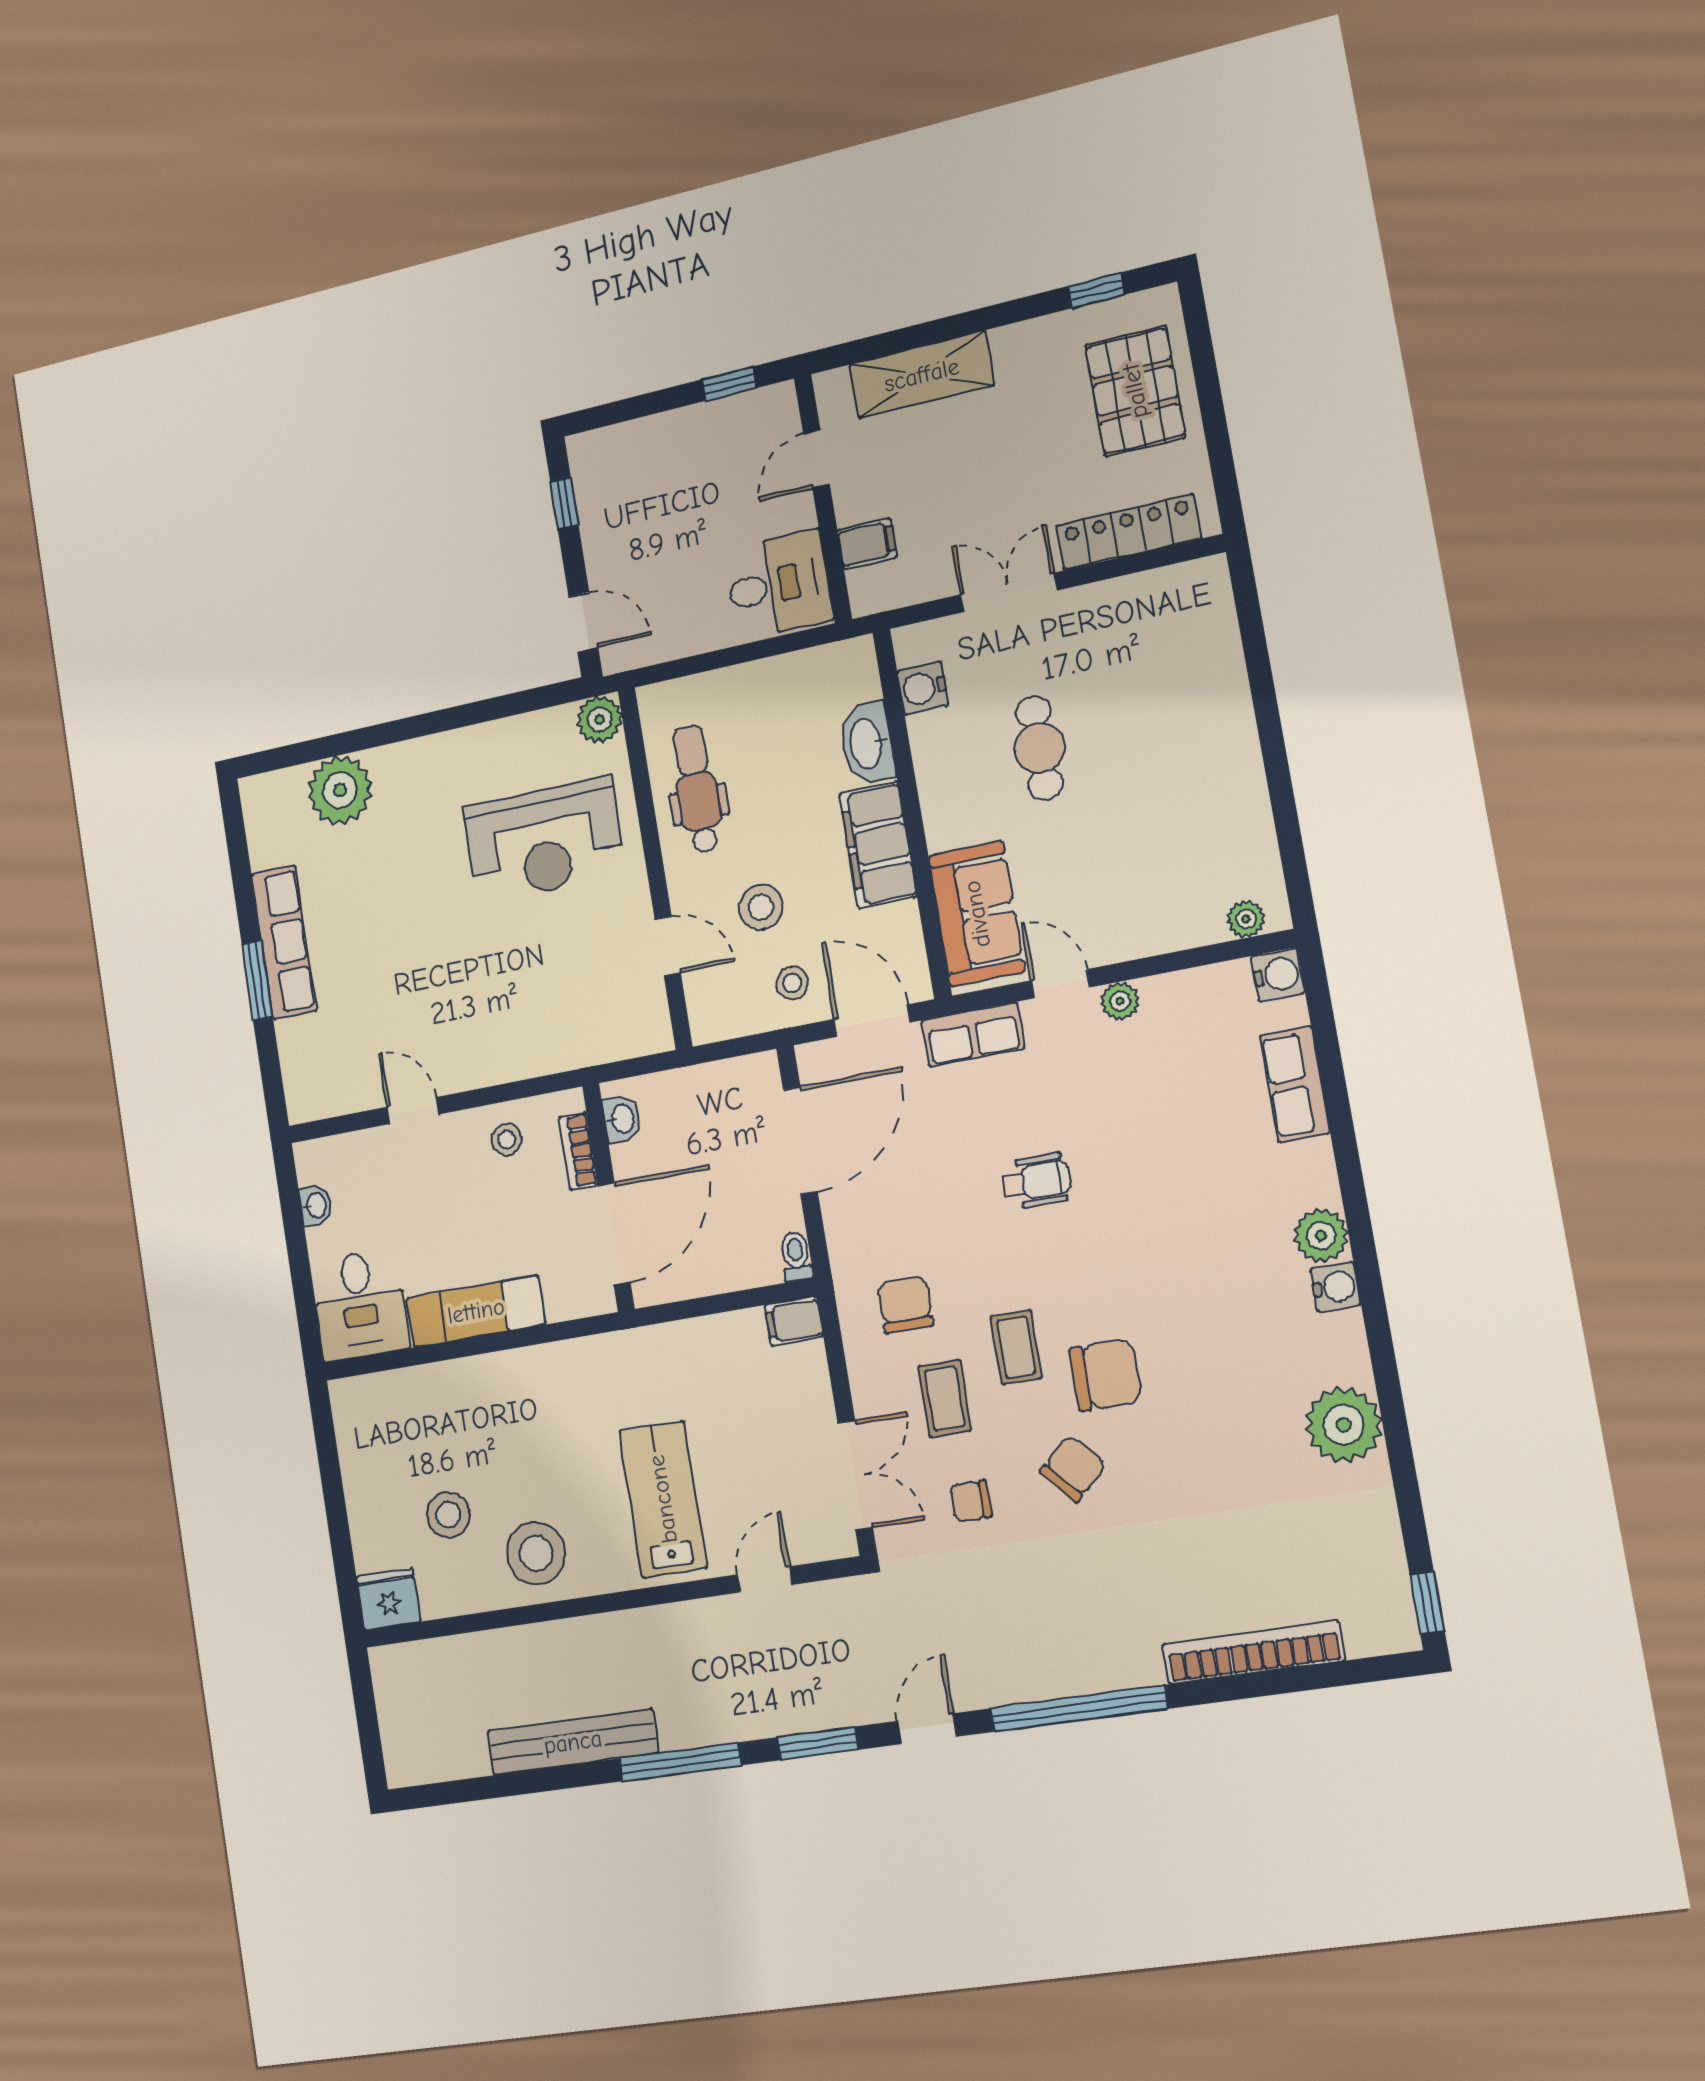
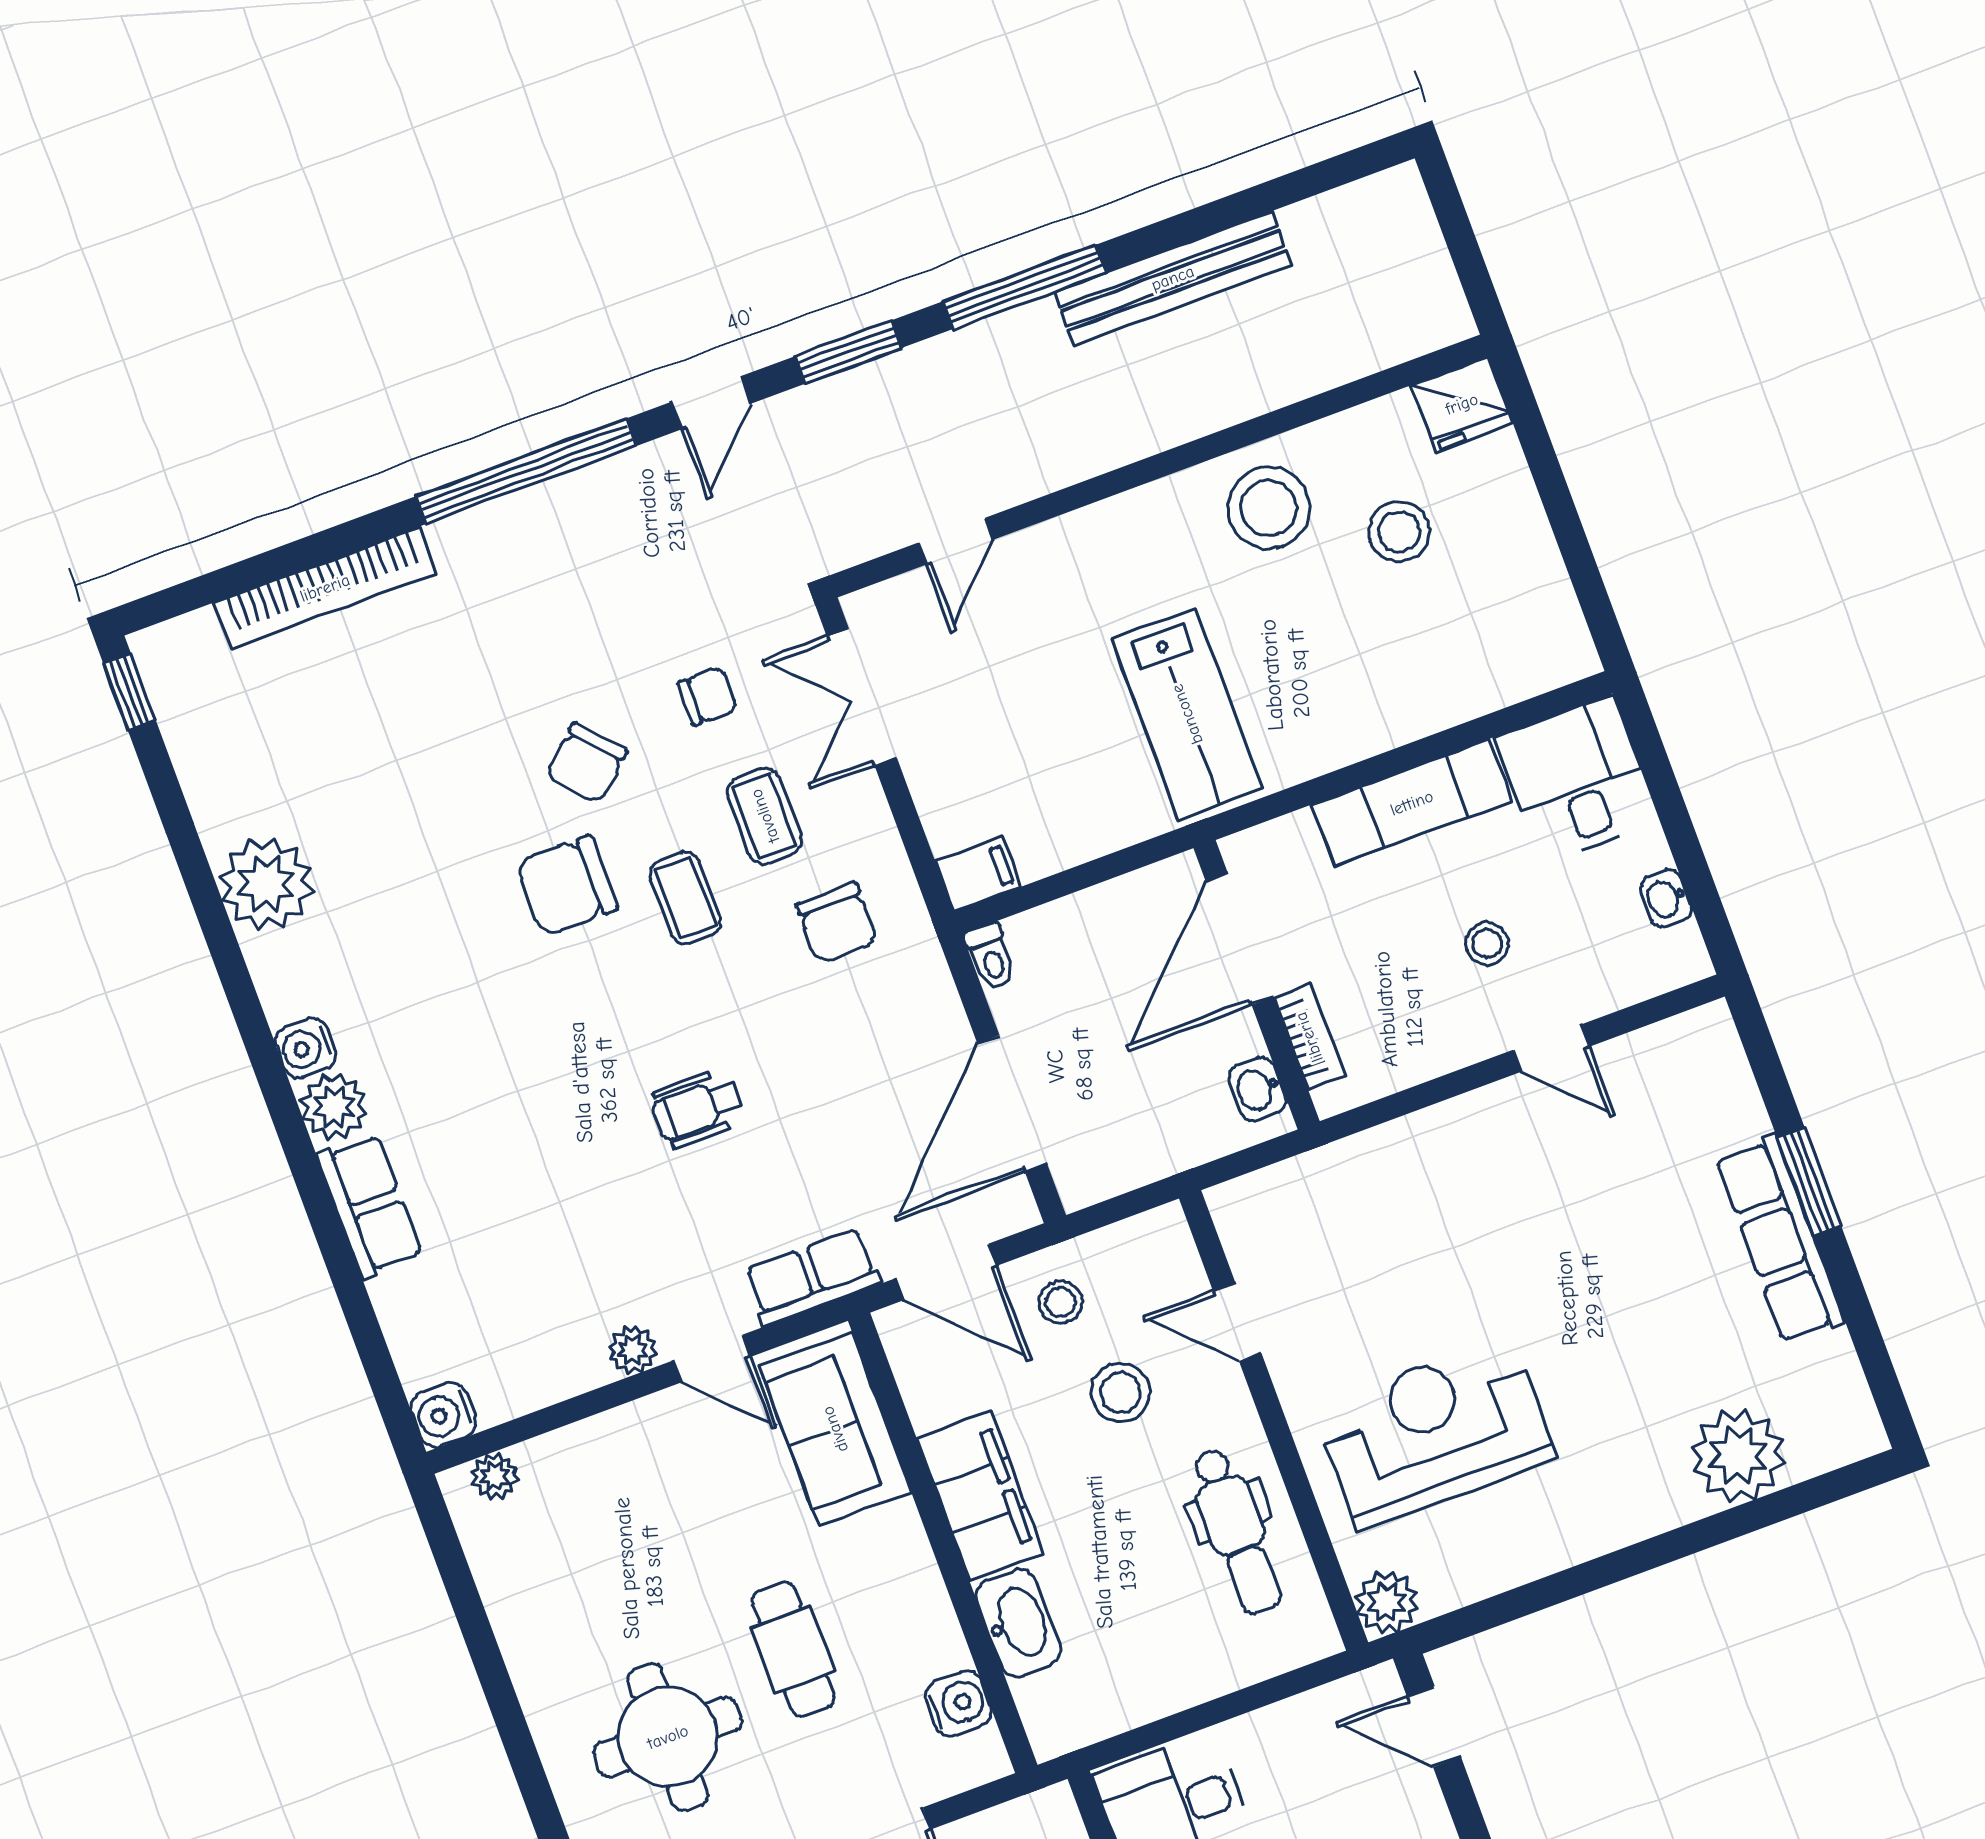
round table: (1148, 693) -> (668, 1737), added
row of seats: (1295, 1084) -> (370, 1206), moved
stool: (507, 1140) -> (1487, 944), moved
lab bench: (663, 1499) -> (1187, 714), moved

